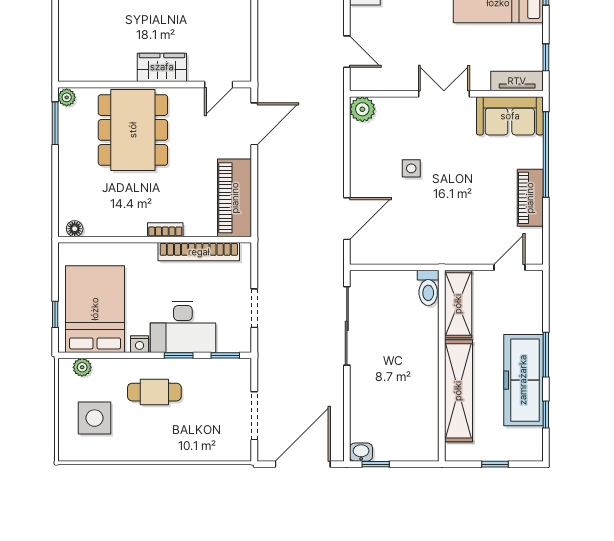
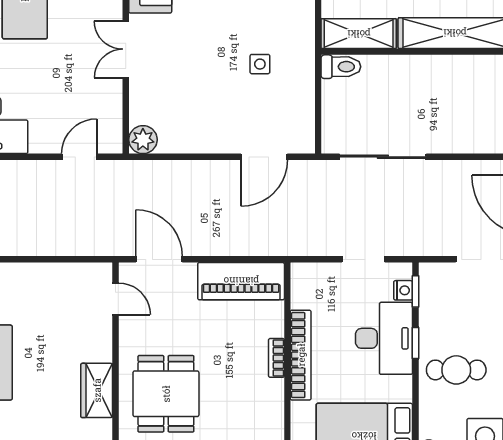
wardrobe: (162, 67) -> (97, 390), moved
dining table: (133, 130) -> (166, 394), width x0.73
side table: (411, 168) -> (260, 64), moved
door: (347, 219) -> (264, 157), swing flipped
bookcase: (199, 252) -> (301, 355), moved
nightstand: (140, 344) -> (403, 290), moved
cafe table: (154, 392) -> (456, 370), turned 90

